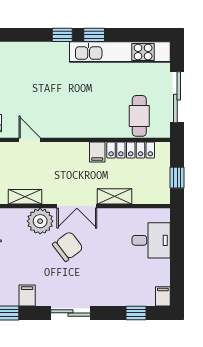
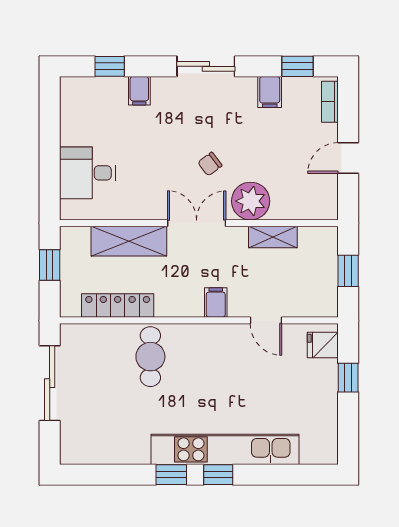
kitchen unit: (120, 52) -> (225, 449), moved
cafe table: (139, 116) -> (150, 357), moved
filing cabinet: (97, 152) -> (216, 303), moved
shelving: (115, 196) -> (129, 241), width x1.50, depth x1.33
chair: (68, 246) -> (210, 164), width x0.54, depth x0.54
filing cabinet: (163, 296) -> (139, 91), moved

